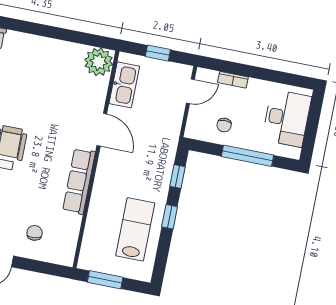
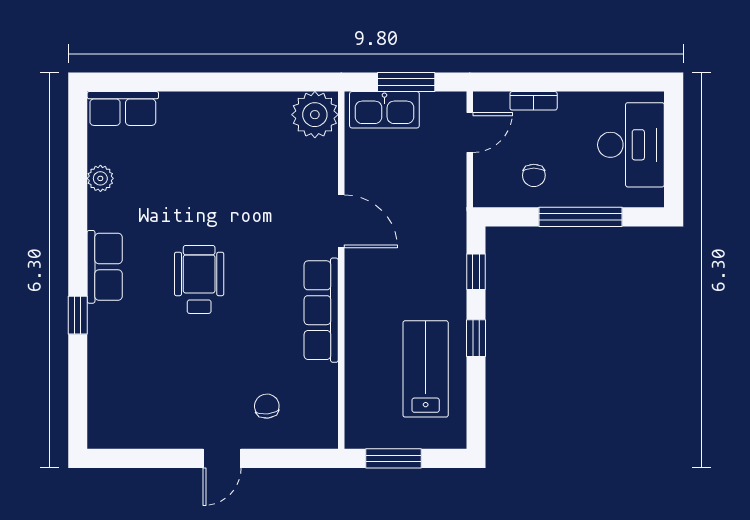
window: (158, 53) -> (406, 82), width x1.50
kitchen sink: (124, 85) -> (384, 110), moved, turned 90

